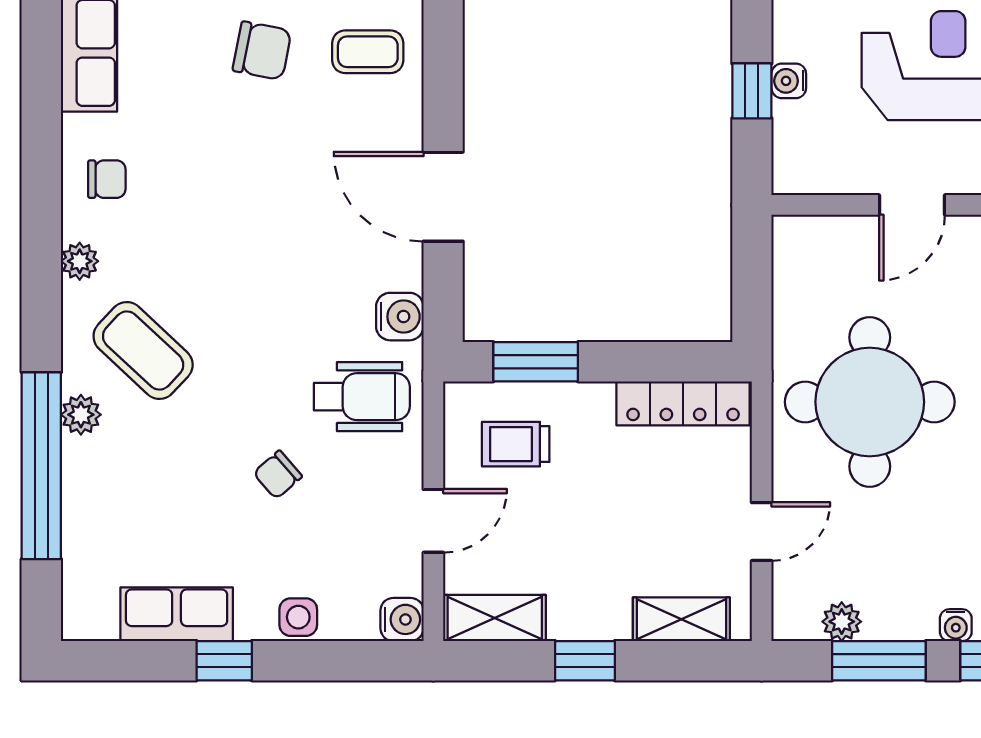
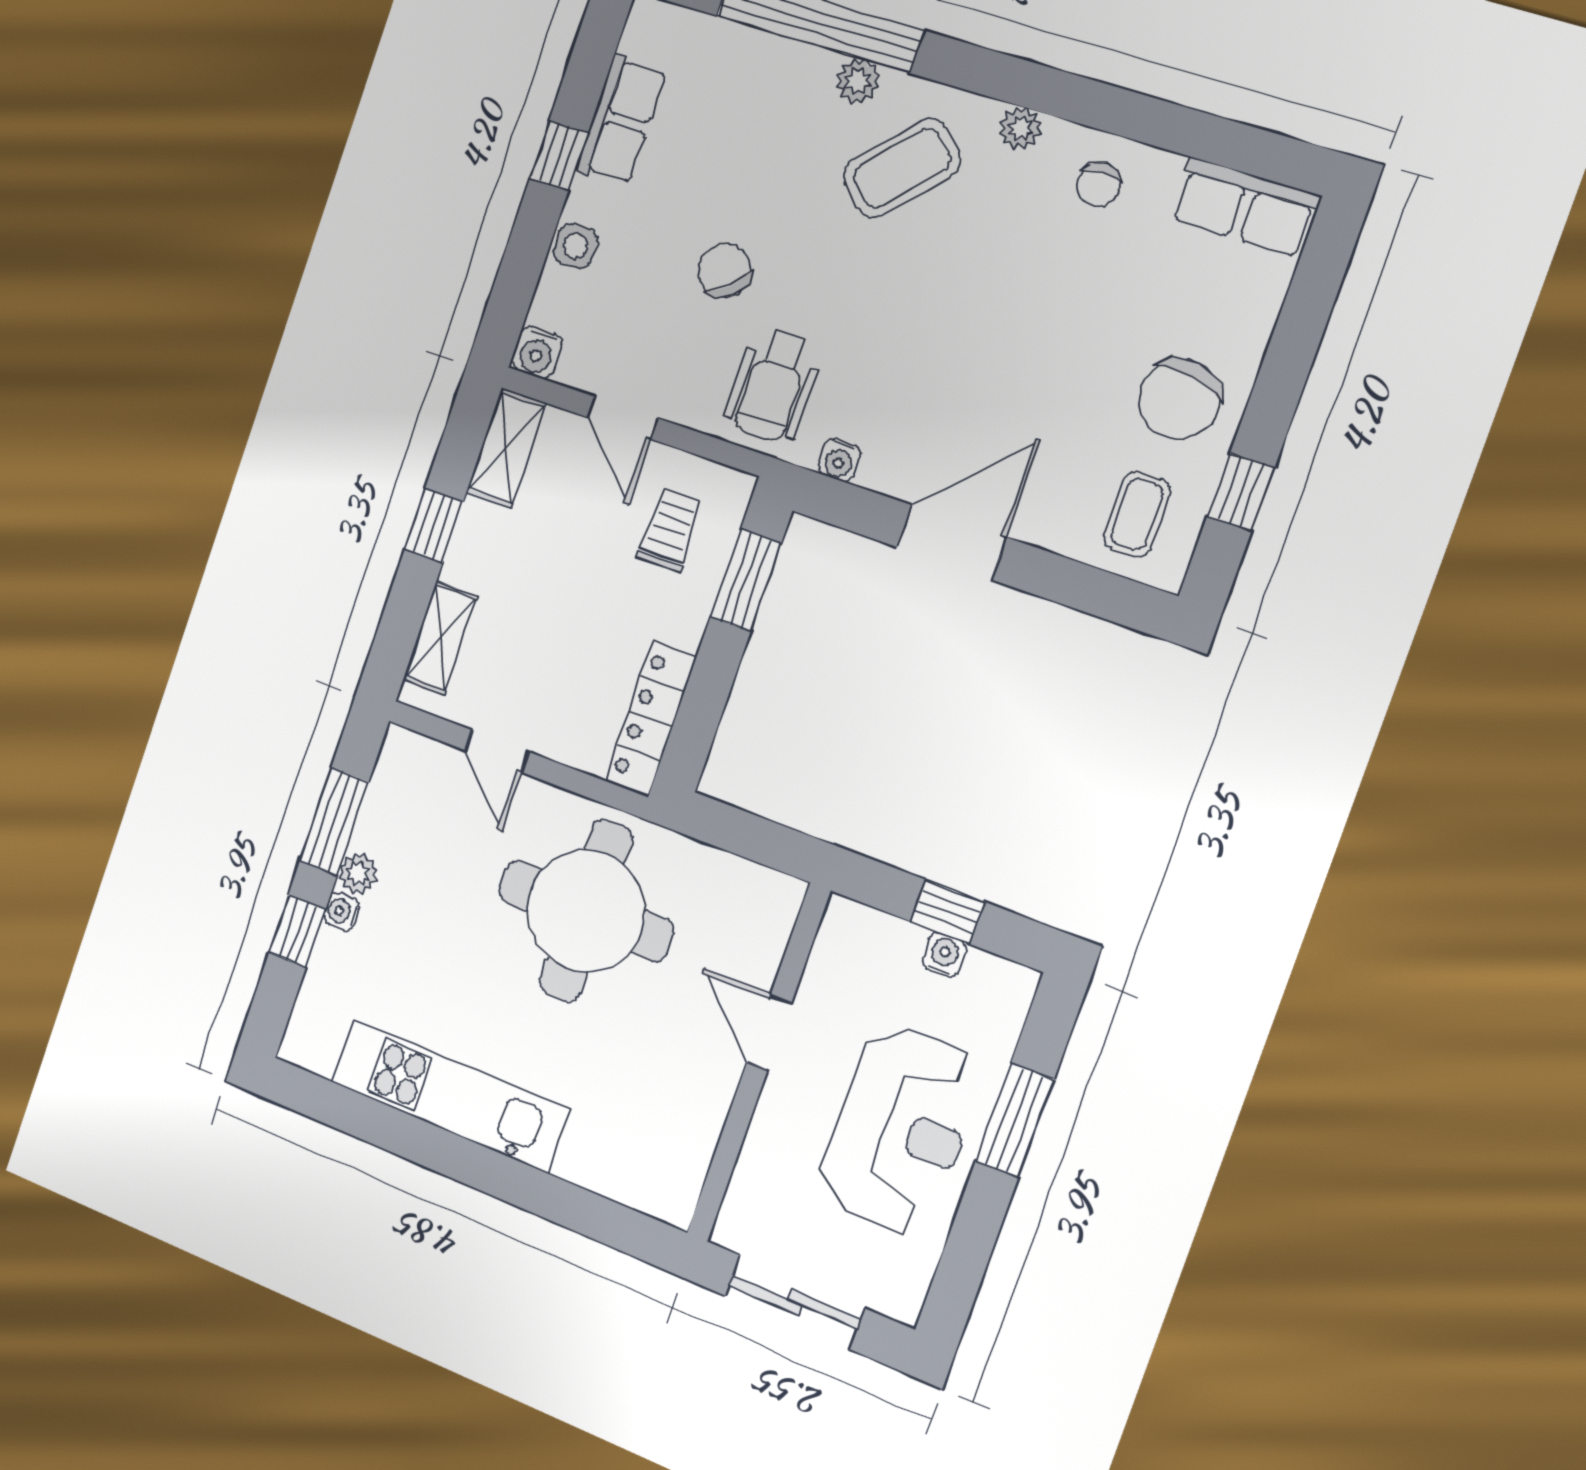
chair: (262, 51) -> (1179, 399), width x1.37, depth x1.37
water cooler: (400, 317) -> (840, 460), width x0.72, depth x0.72
chair: (278, 475) -> (725, 271), width x1.37, depth x1.37
plant: (842, 622) -> (358, 873), moved

